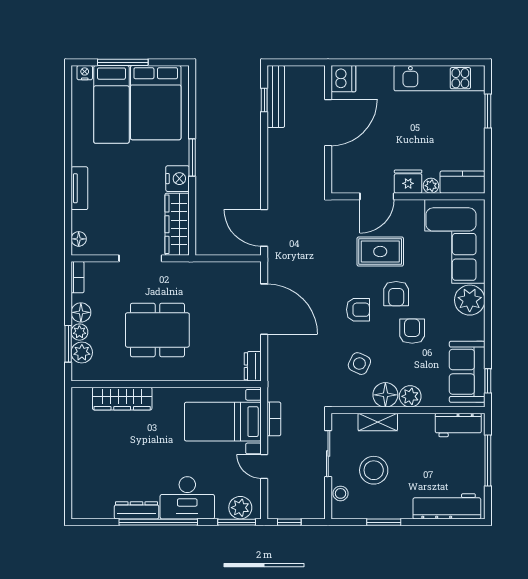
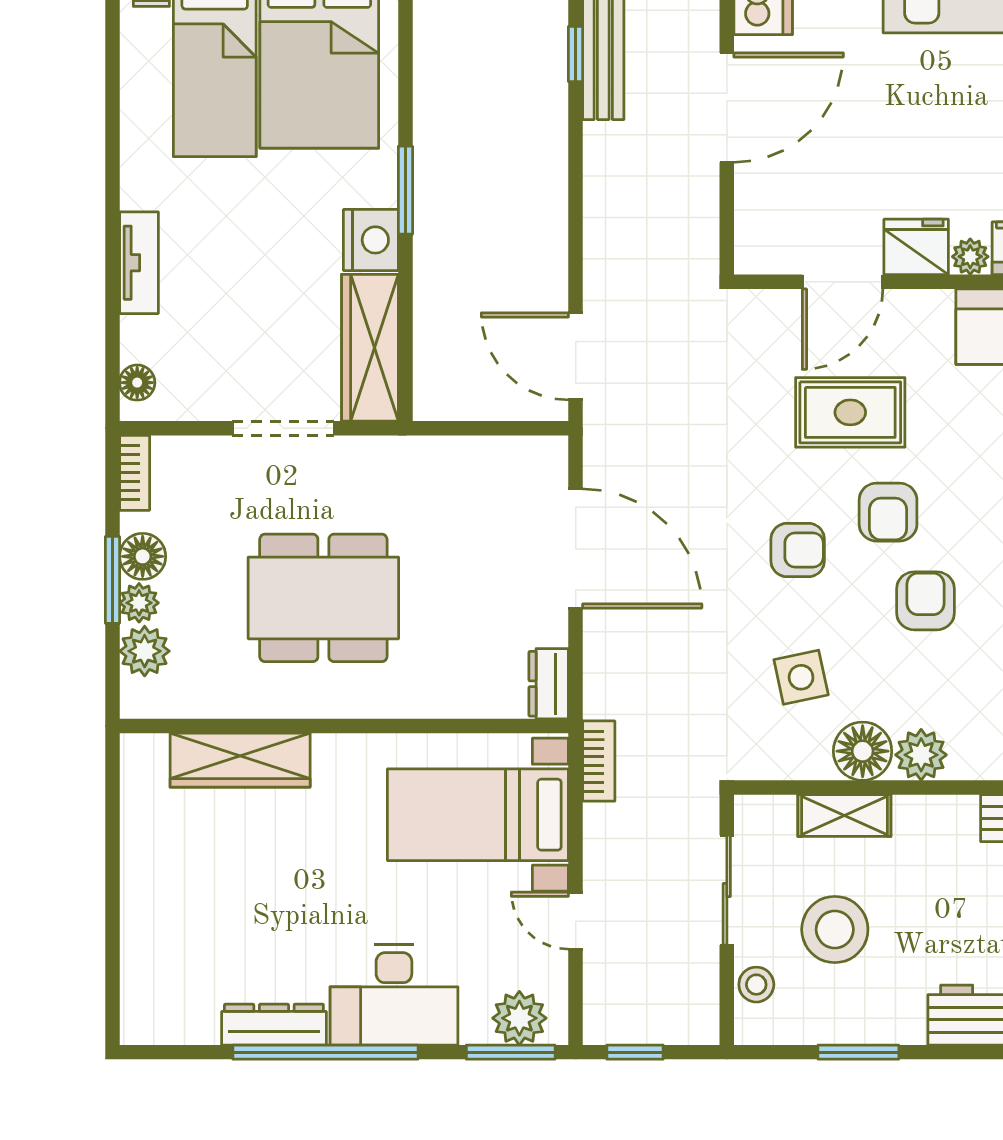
window: (68, 344) -> (112, 580), moved
side table: (359, 364) -> (801, 677), turned -37
bookcase: (274, 419) -> (599, 761), moved

